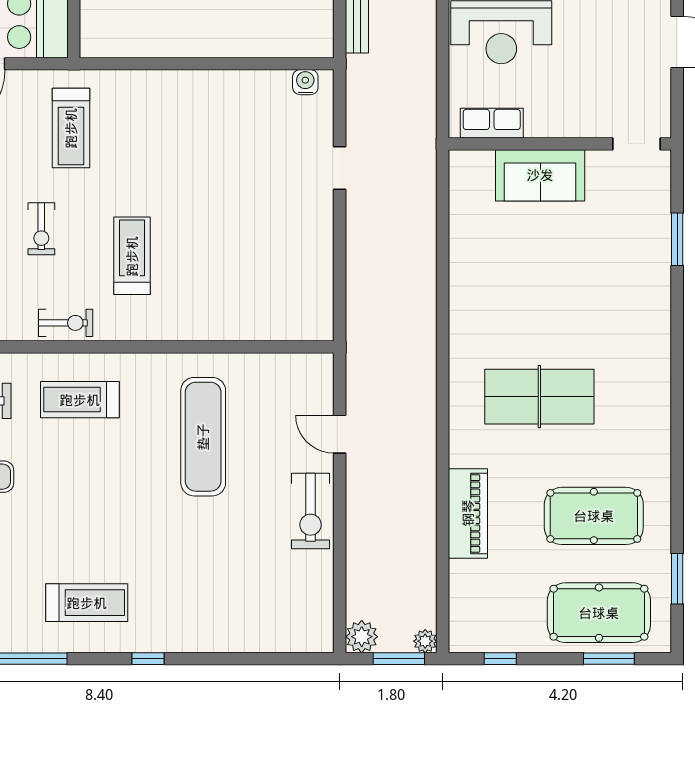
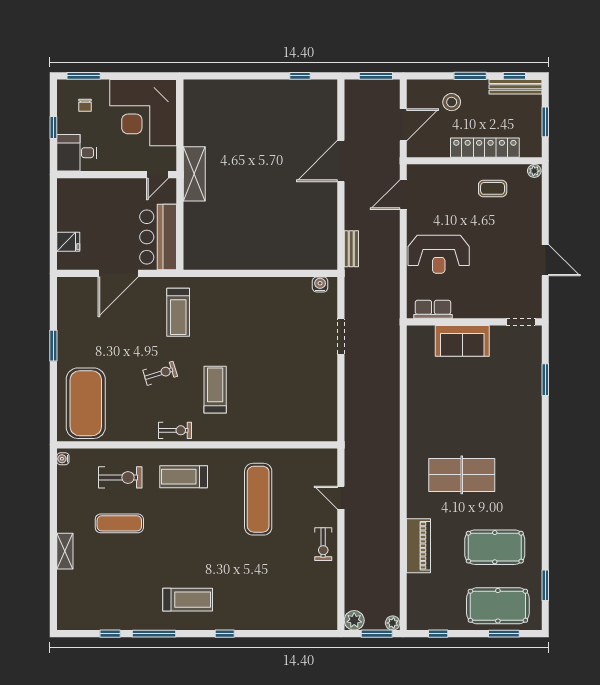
doorway: (340, 168) -> (341, 337), width x1.38
exercise bike: (41, 229) -> (160, 373), turned -107
exercise bike: (310, 511) -> (323, 544), width x0.73, depth x0.72

